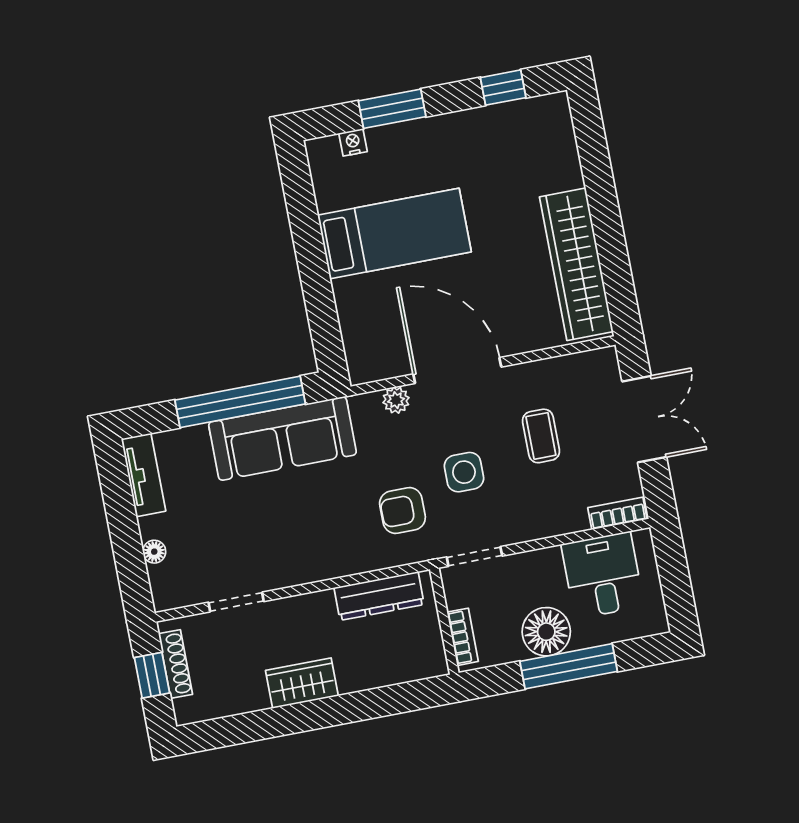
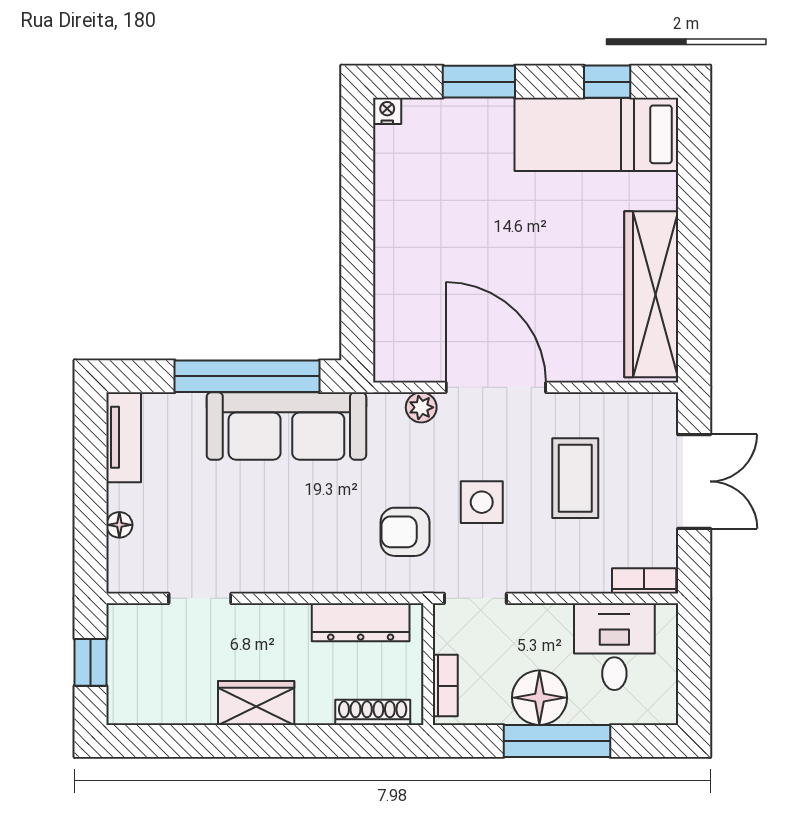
nightstand: (353, 142) -> (387, 111), moved
bed: (394, 234) -> (596, 134), moved, turned 180
coffee table: (541, 436) -> (575, 478), width x1.36, depth x1.30
shoe rack: (175, 664) -> (373, 712), moved, turned -90

